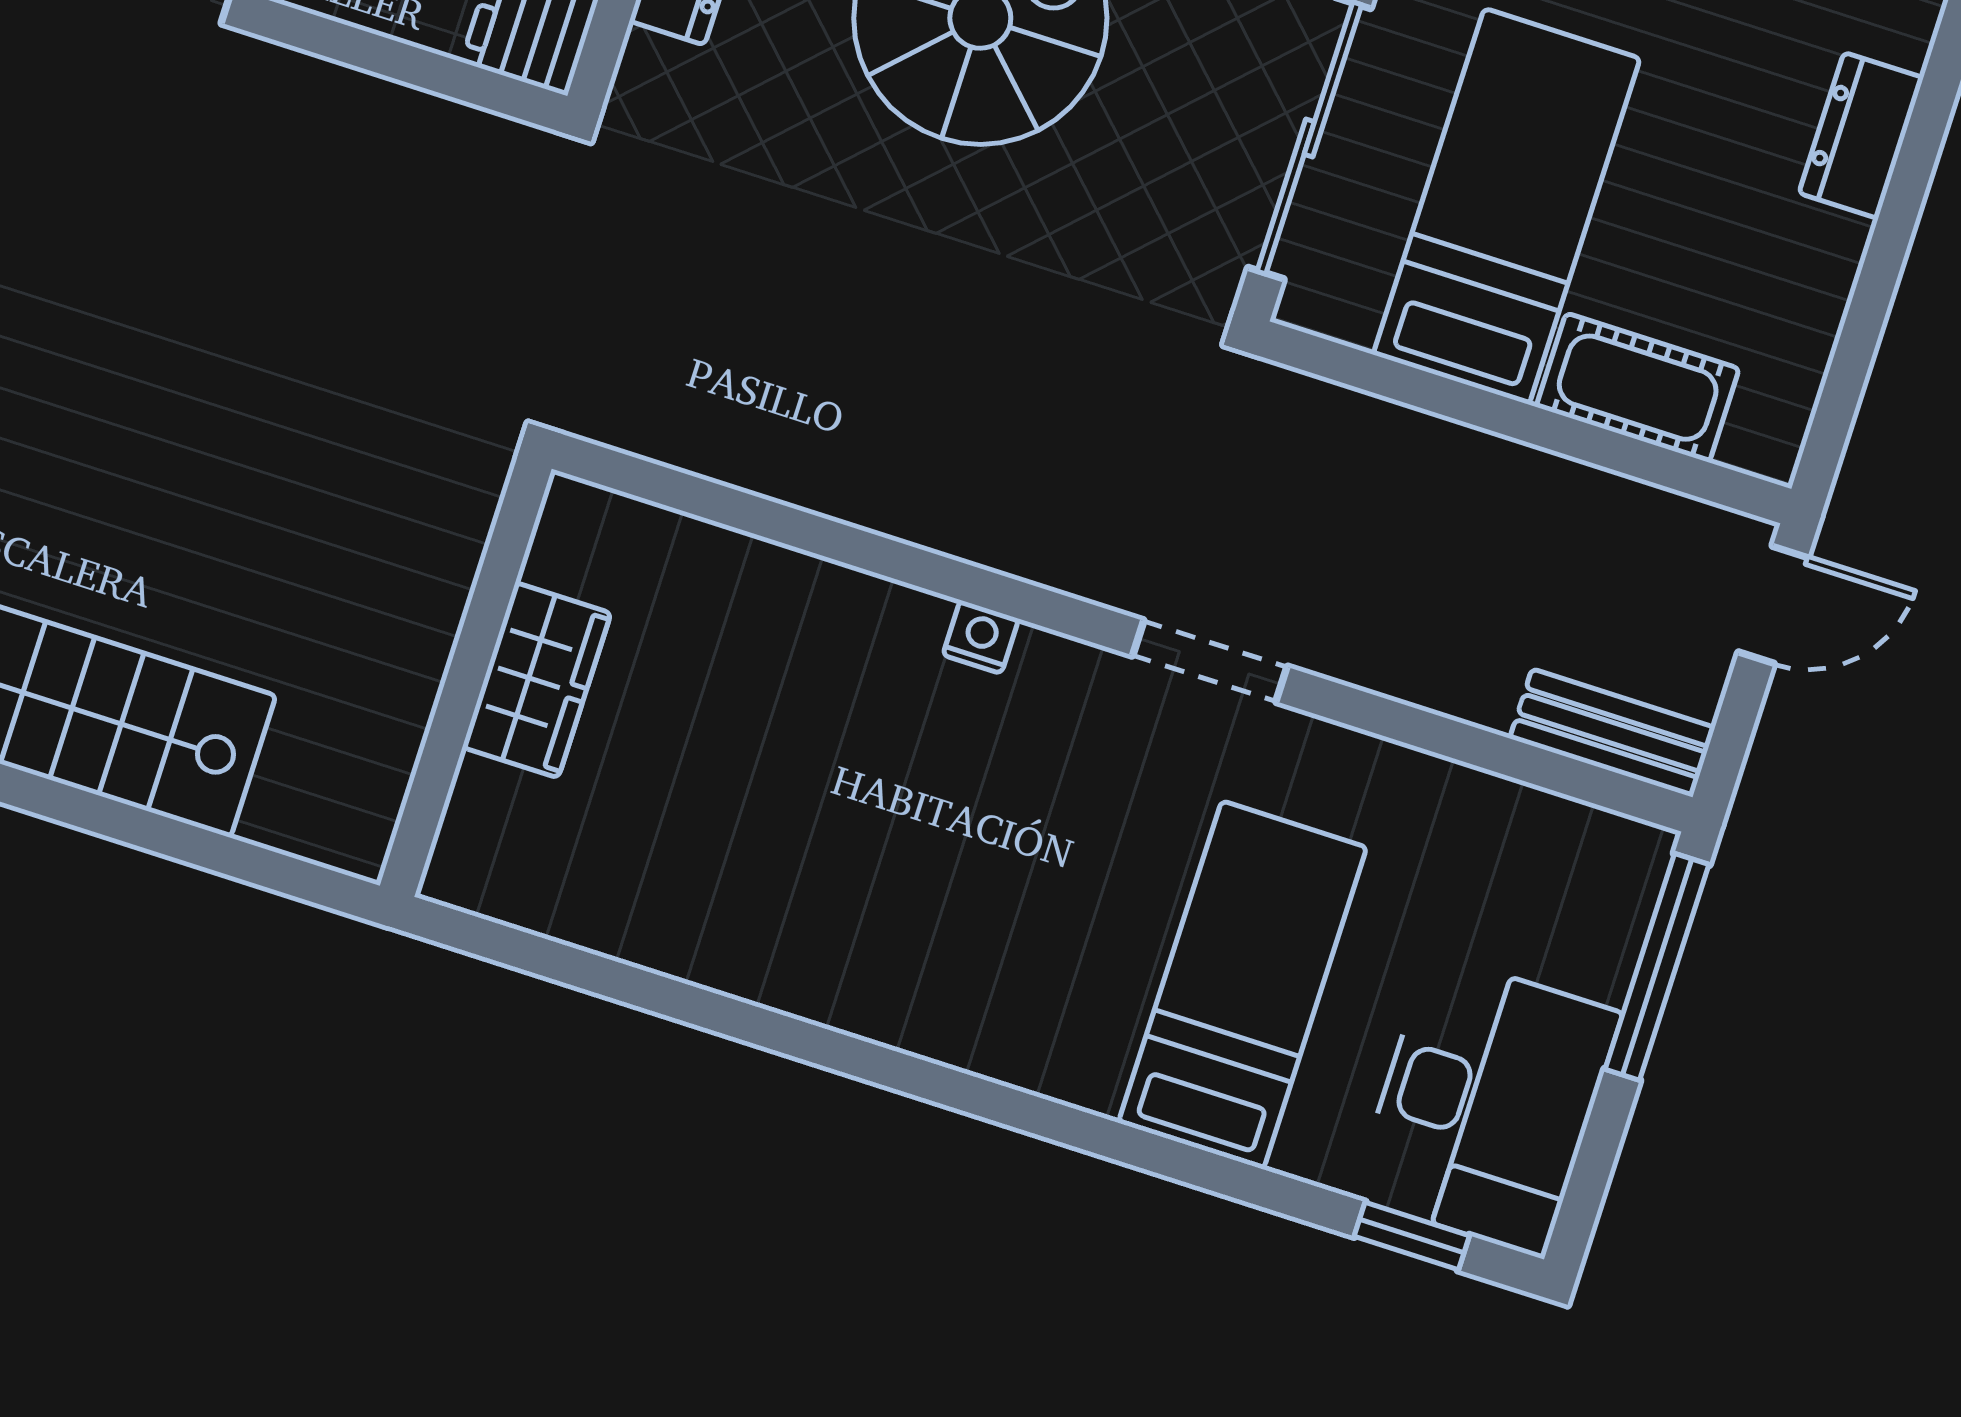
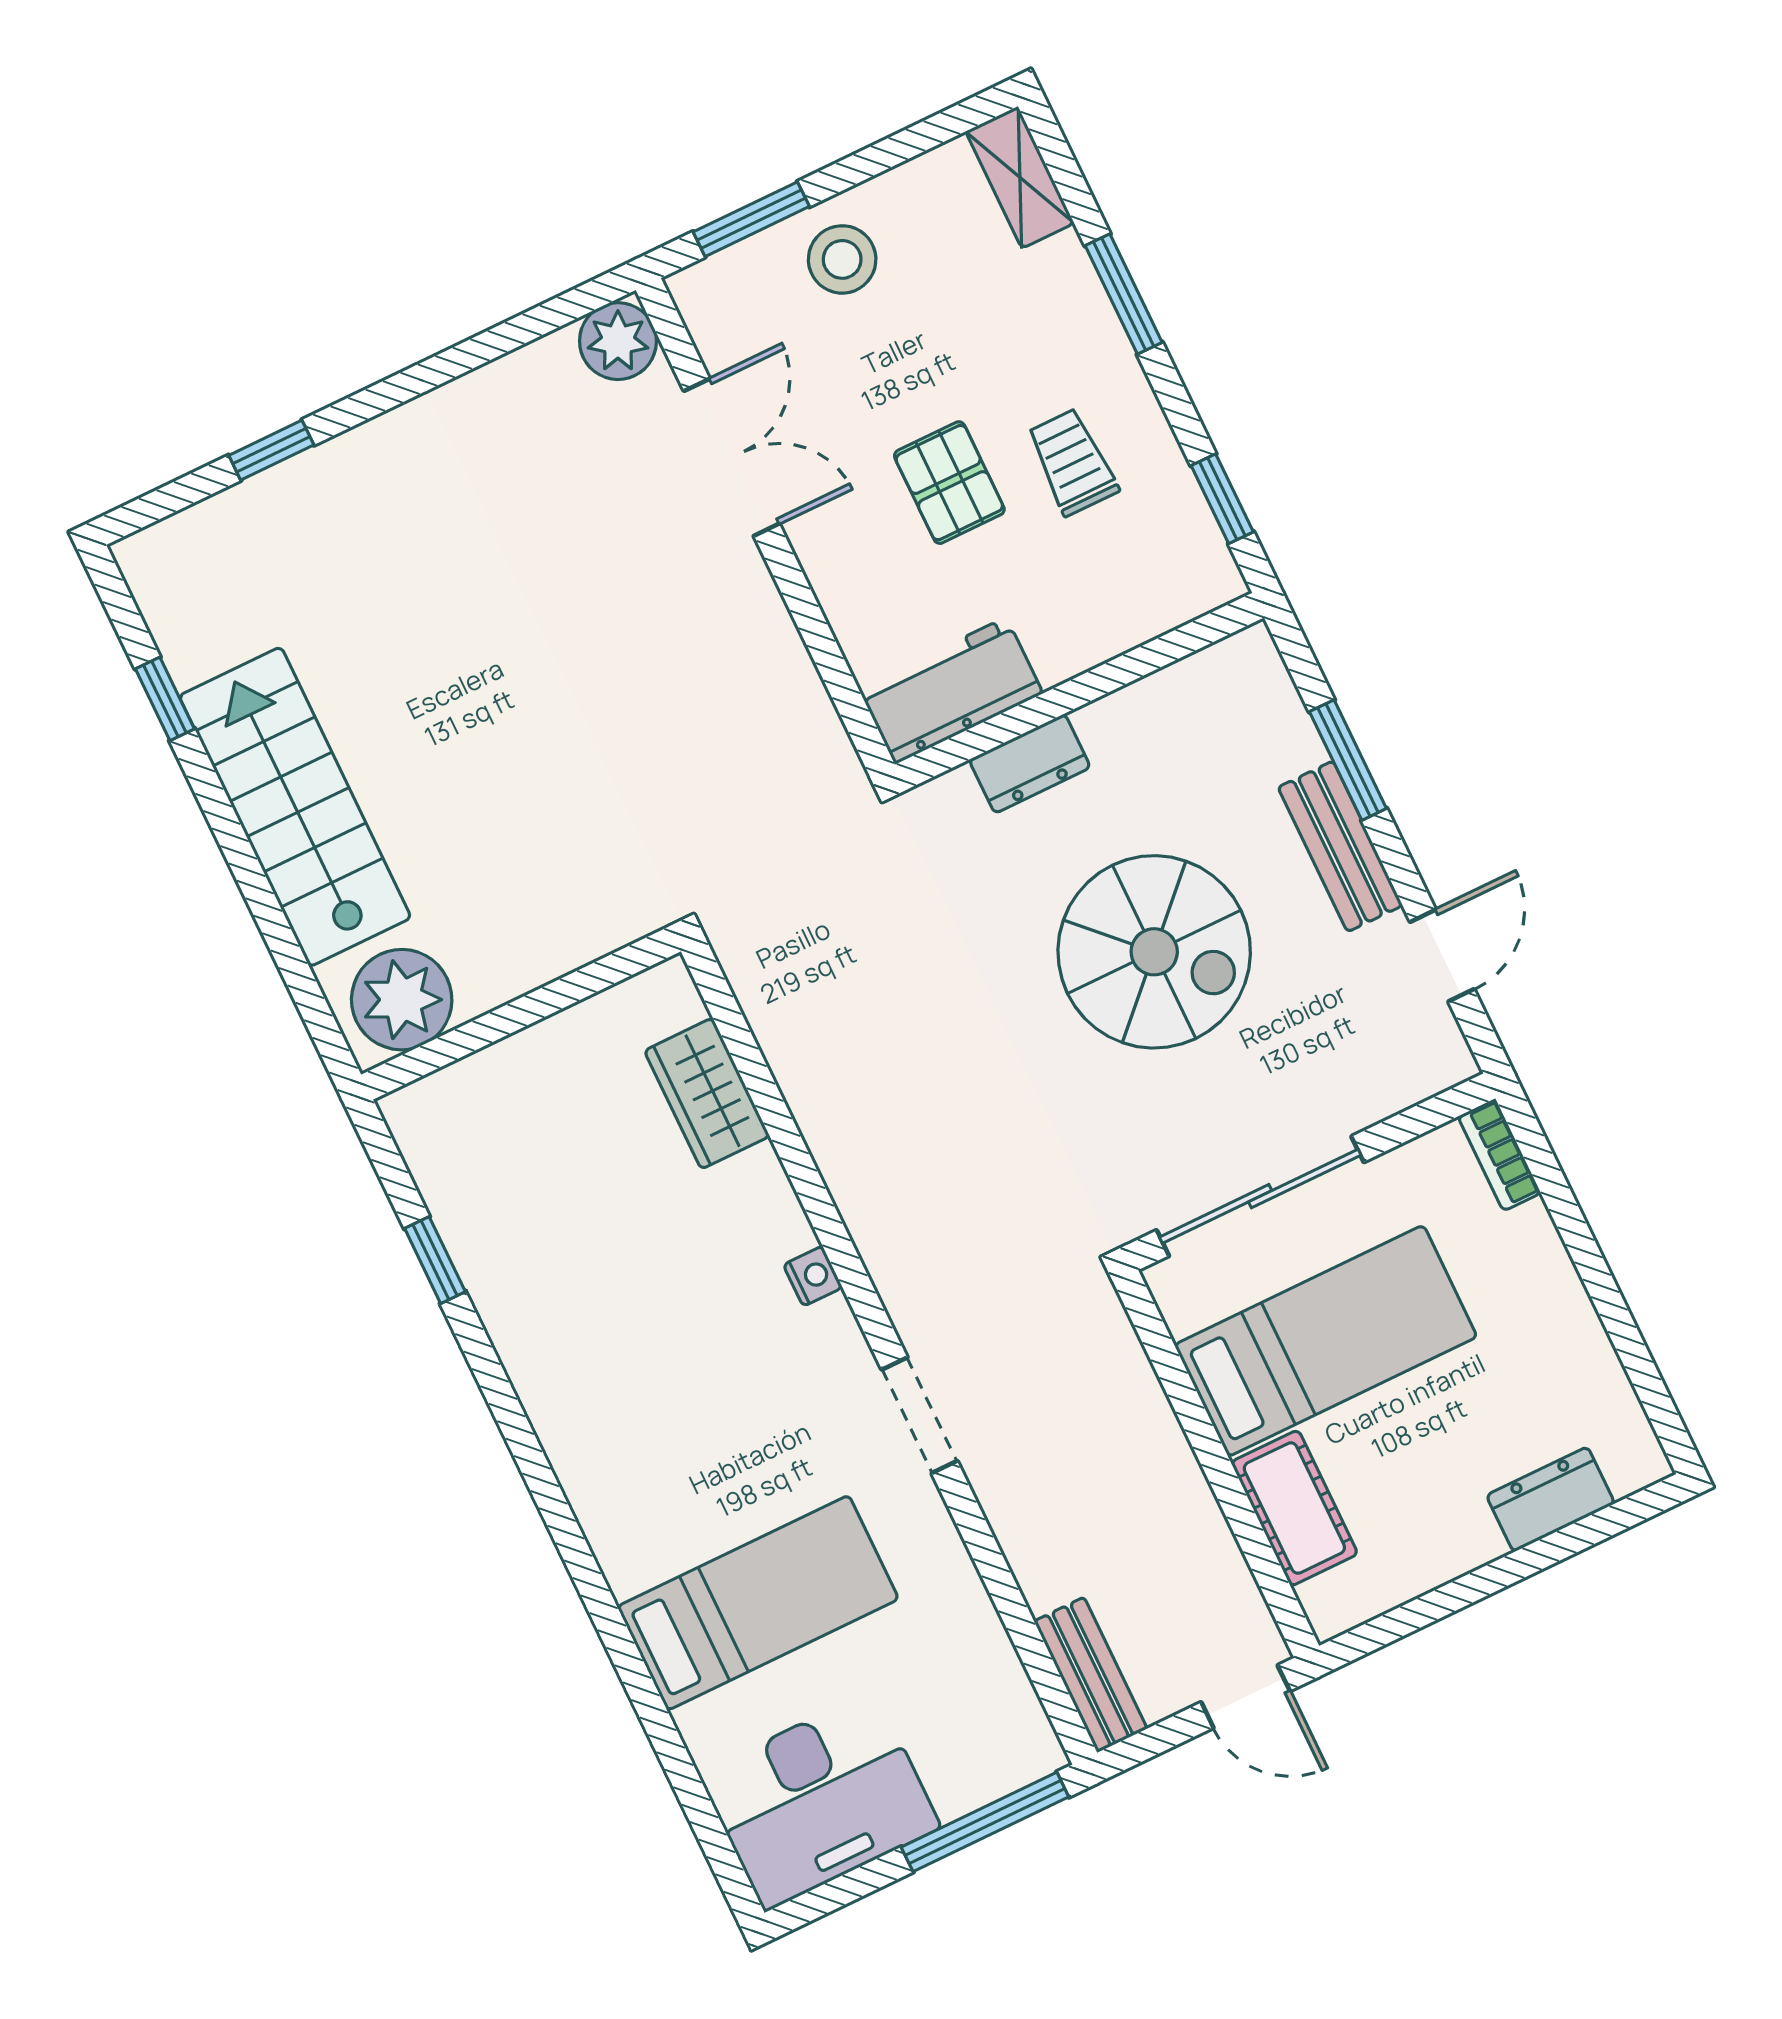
wardrobe: (537, 680) -> (707, 1093), moved, turned 90
plant: (345, 779) -> (402, 1000), added
window: (1412, 1236) -> (435, 1260), moved

